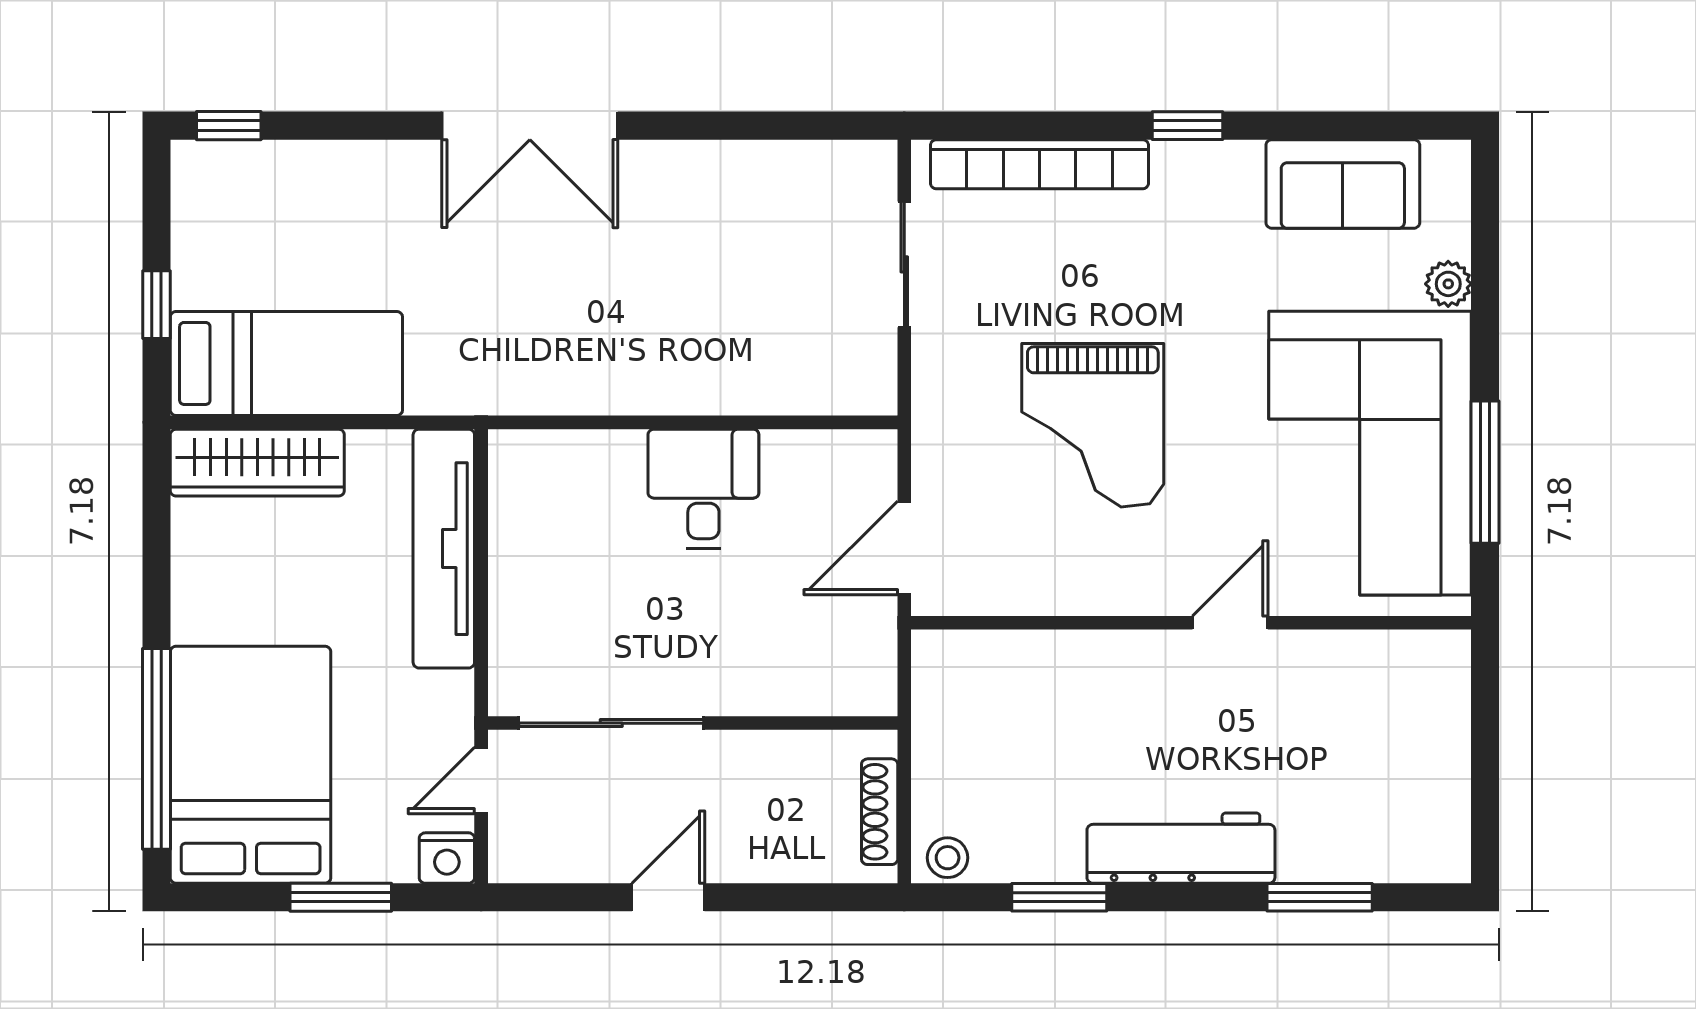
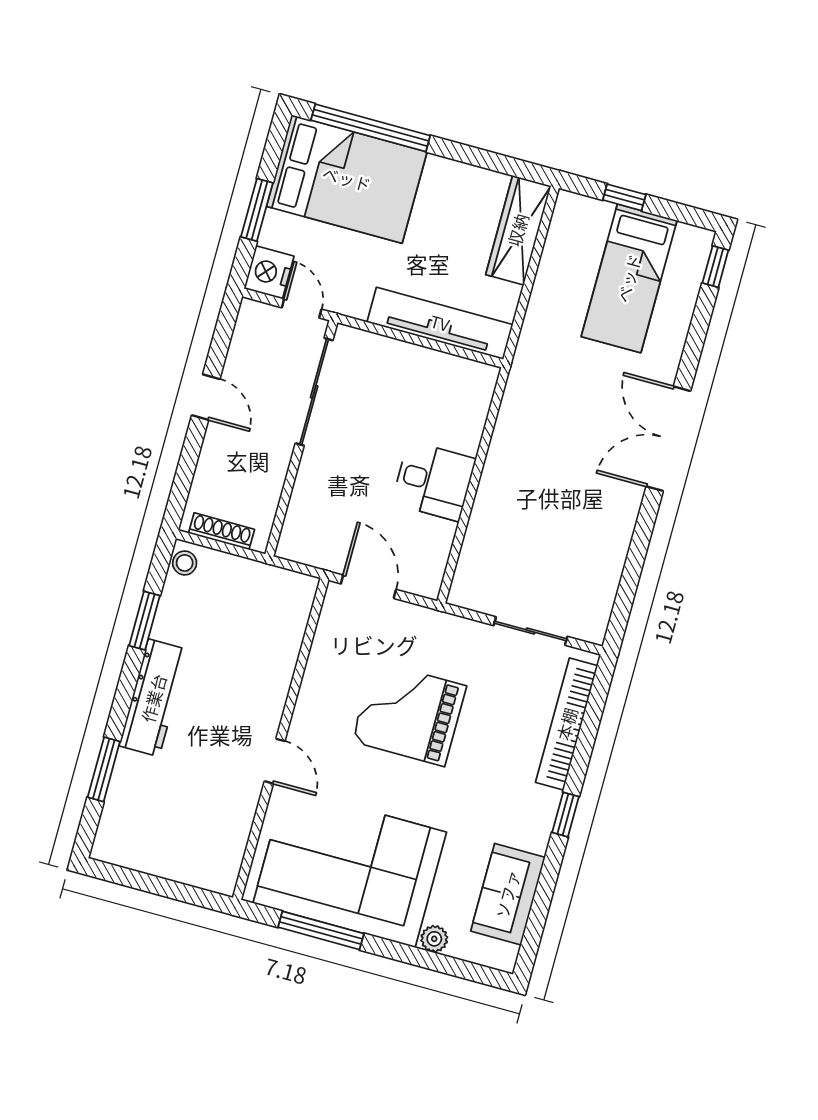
bed: (286, 363) -> (629, 278), moved
nightstand: (447, 858) -> (269, 272), width x1.36, depth x1.33

